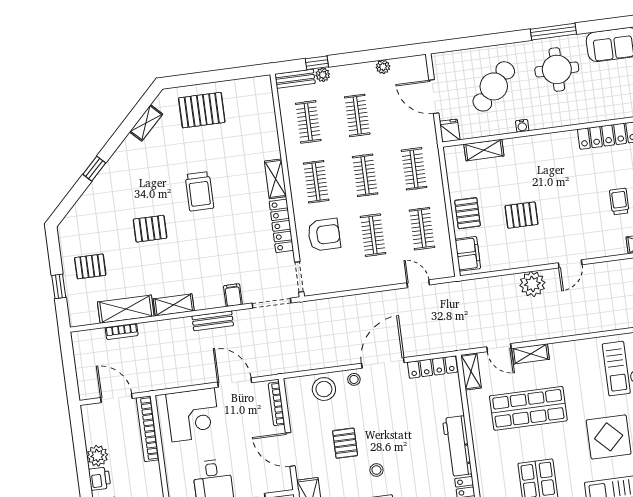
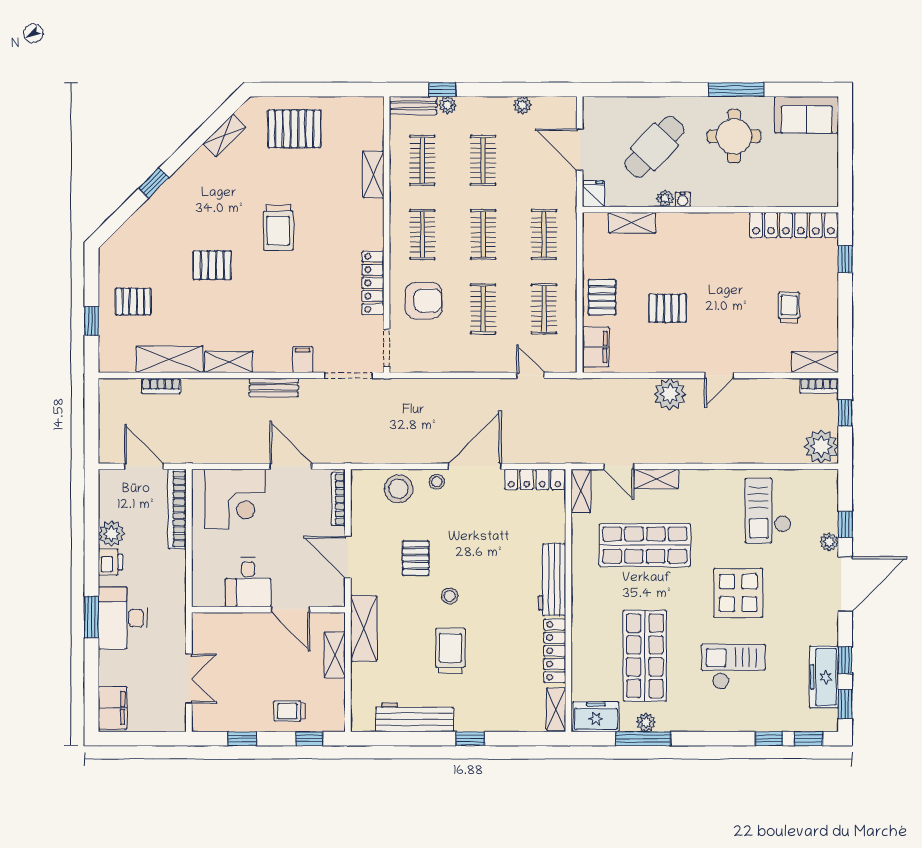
plant: (508, 127) -> (665, 198), added
shelving: (275, 179) -> (373, 174), moved

